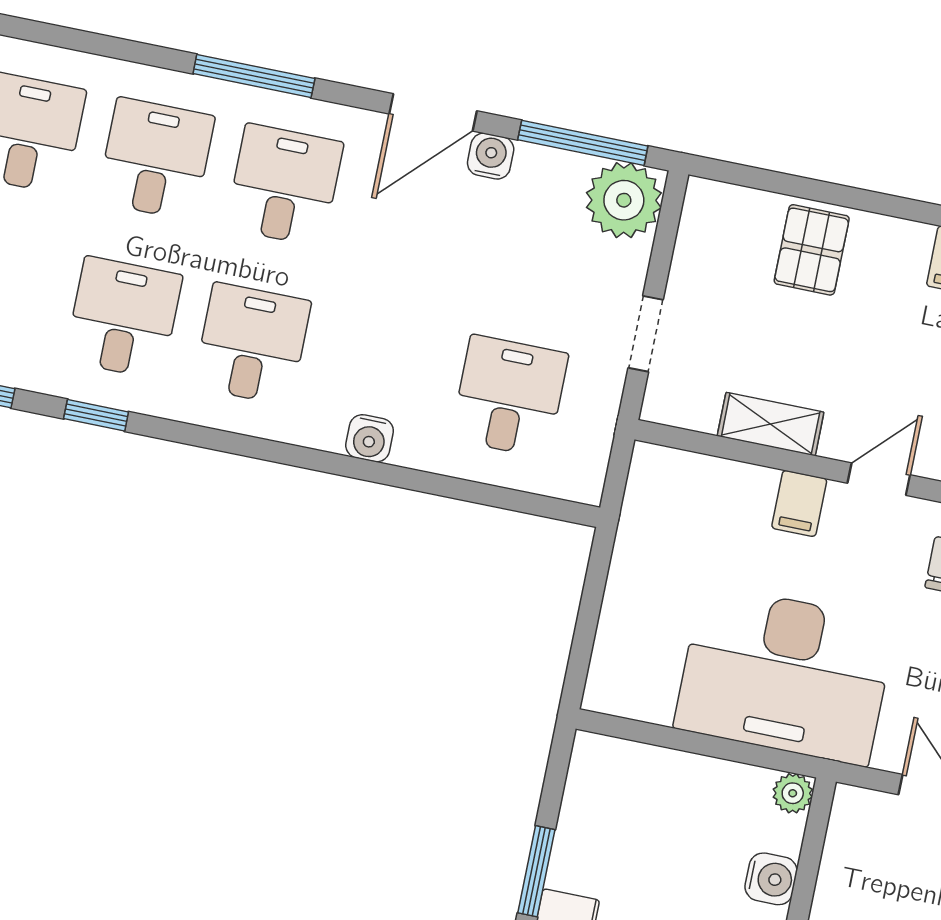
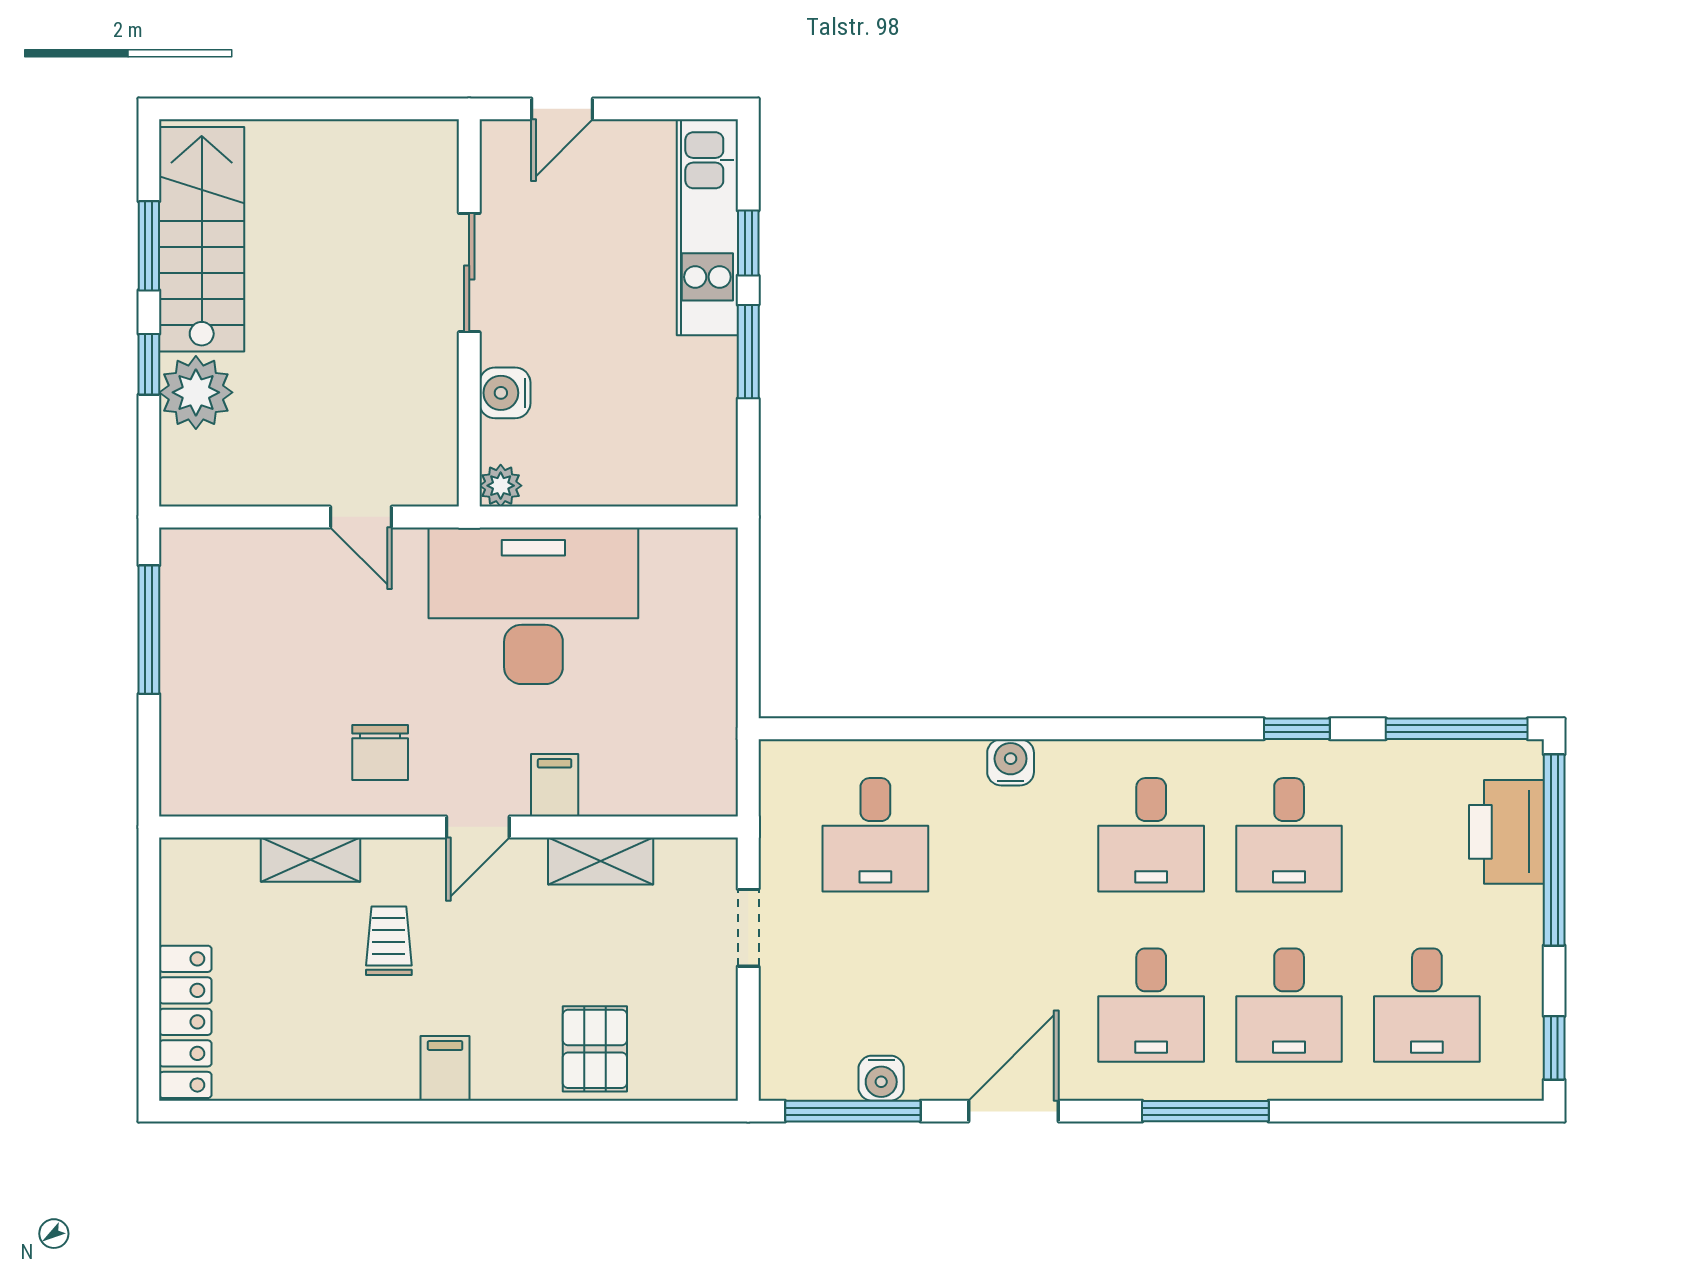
water cooler: (491, 156) -> (881, 1078), moved
plant: (624, 200) -> (799, 1061), removed

